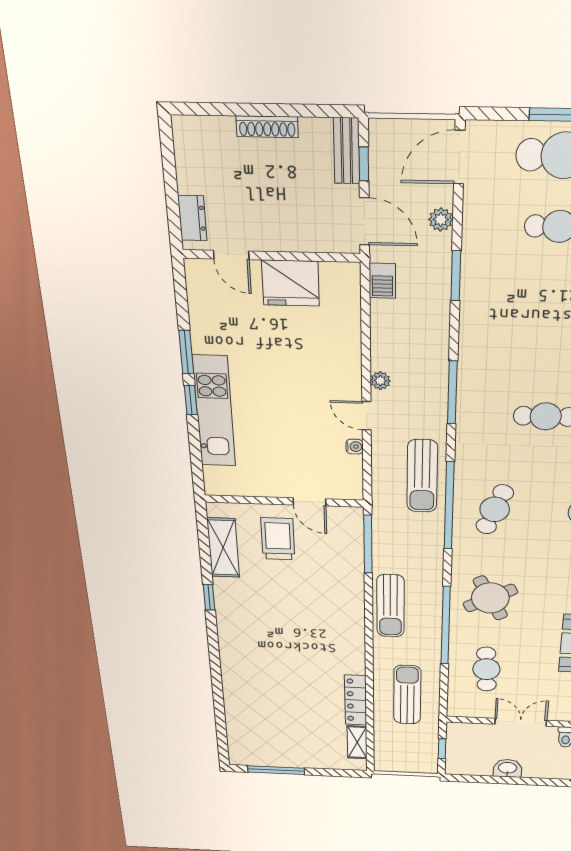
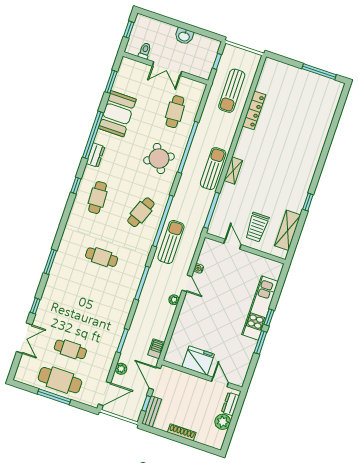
plant: (193, 177) -> (223, 422), added
sun lounger: (407, 695) -> (232, 91), moved
shelving: (357, 742) -> (233, 171), moved

